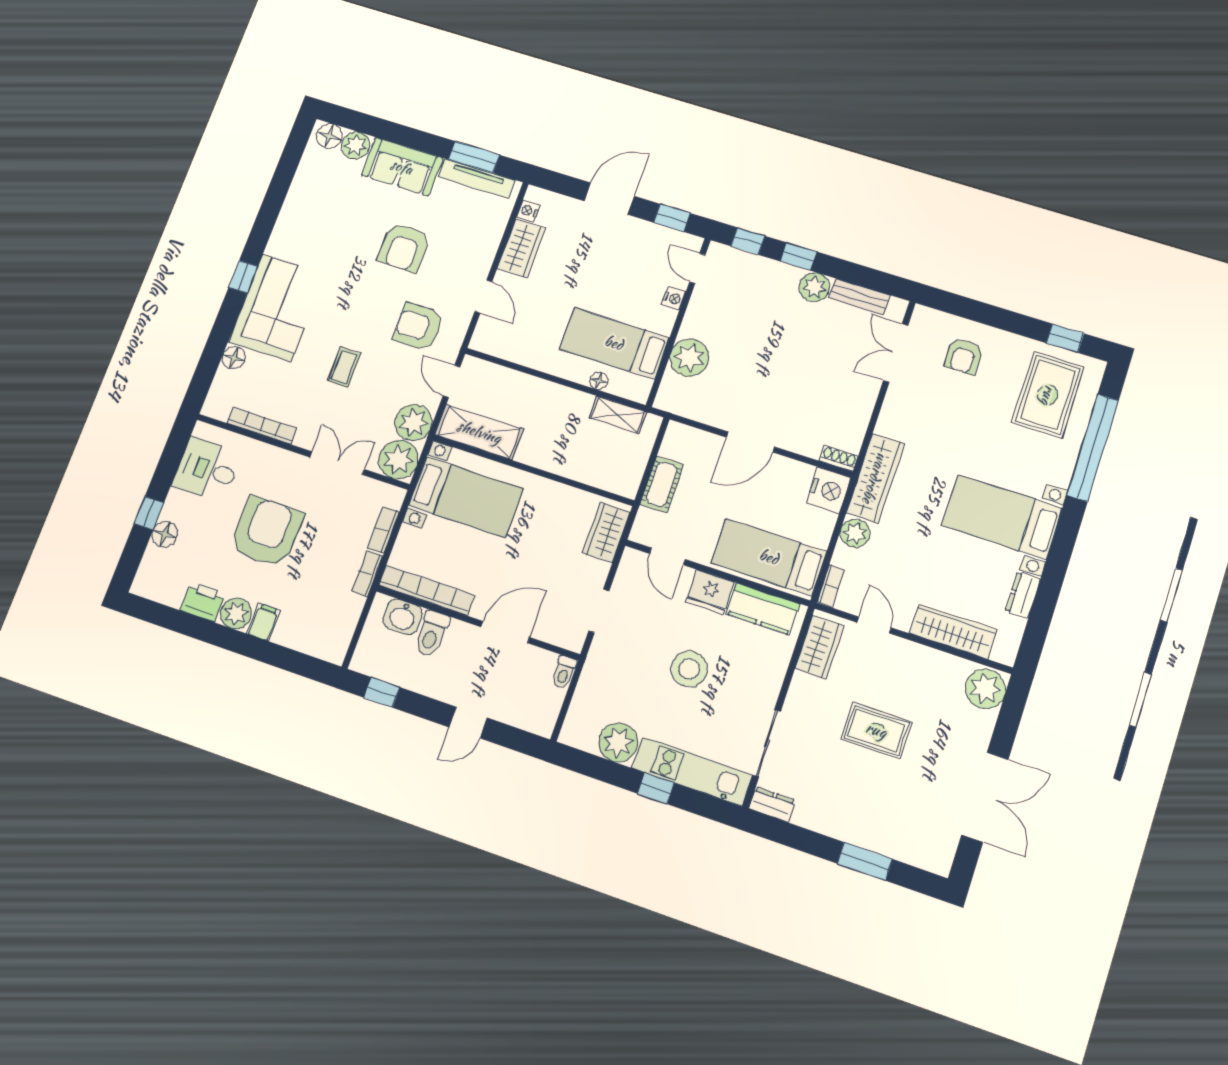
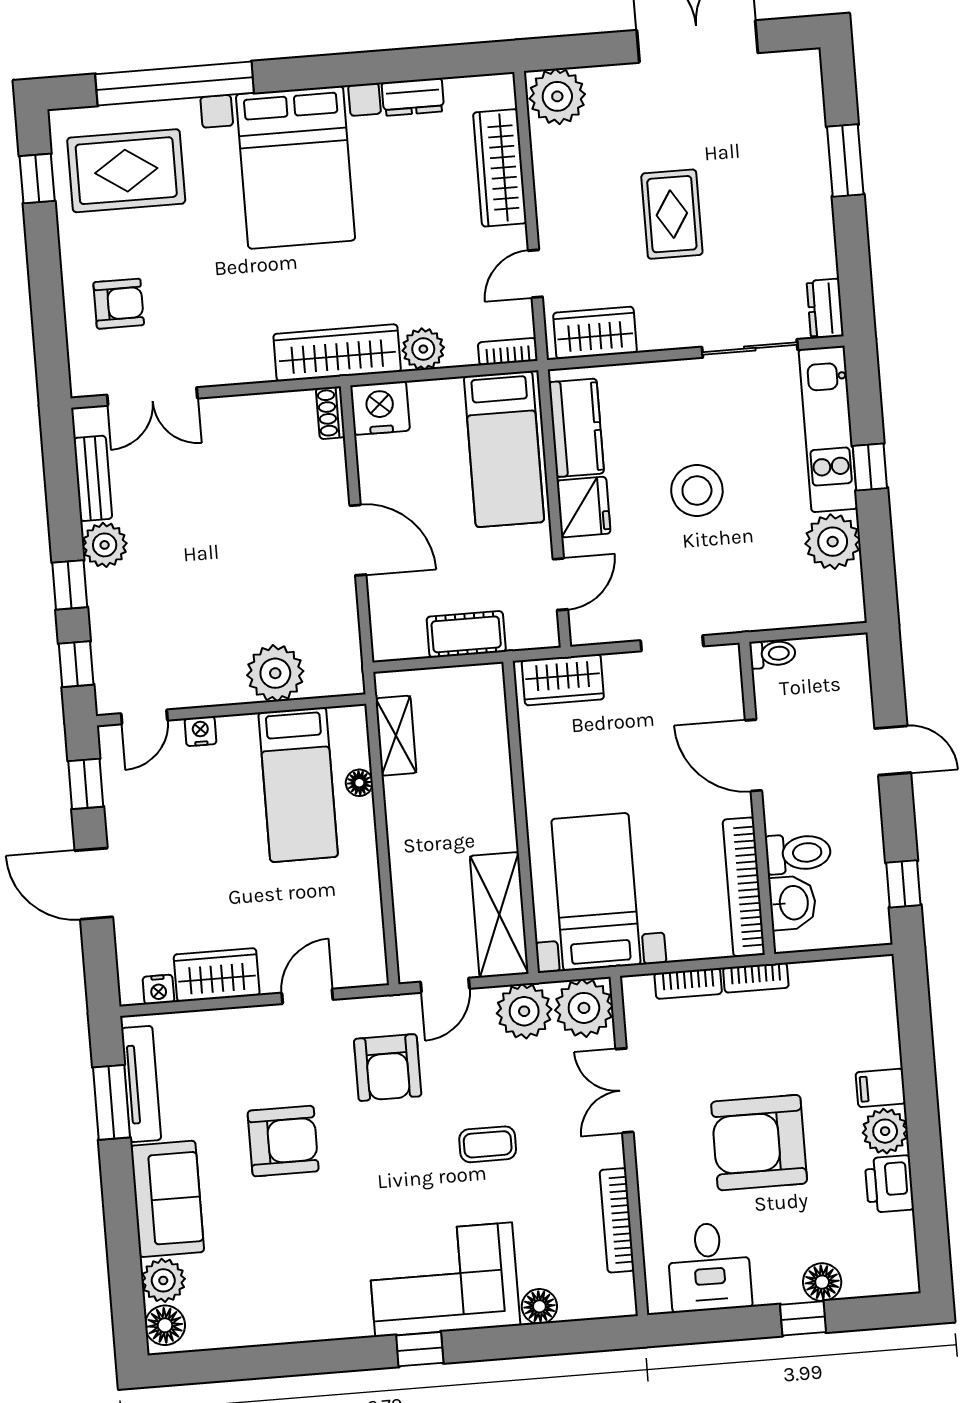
bed with nightstands: (1002, 517) -> (296, 167), width x1.36

